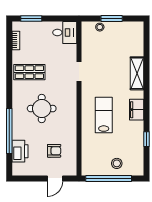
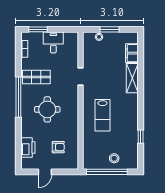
desk: (65, 33) -> (53, 42), moved, turned -90
filing cabinet: (137, 110) -> (132, 53), moved
lab bench: (104, 115) -> (102, 115), turned 180
window: (9, 131) -> (18, 97), moved
door: (55, 179) -> (45, 172), moved

